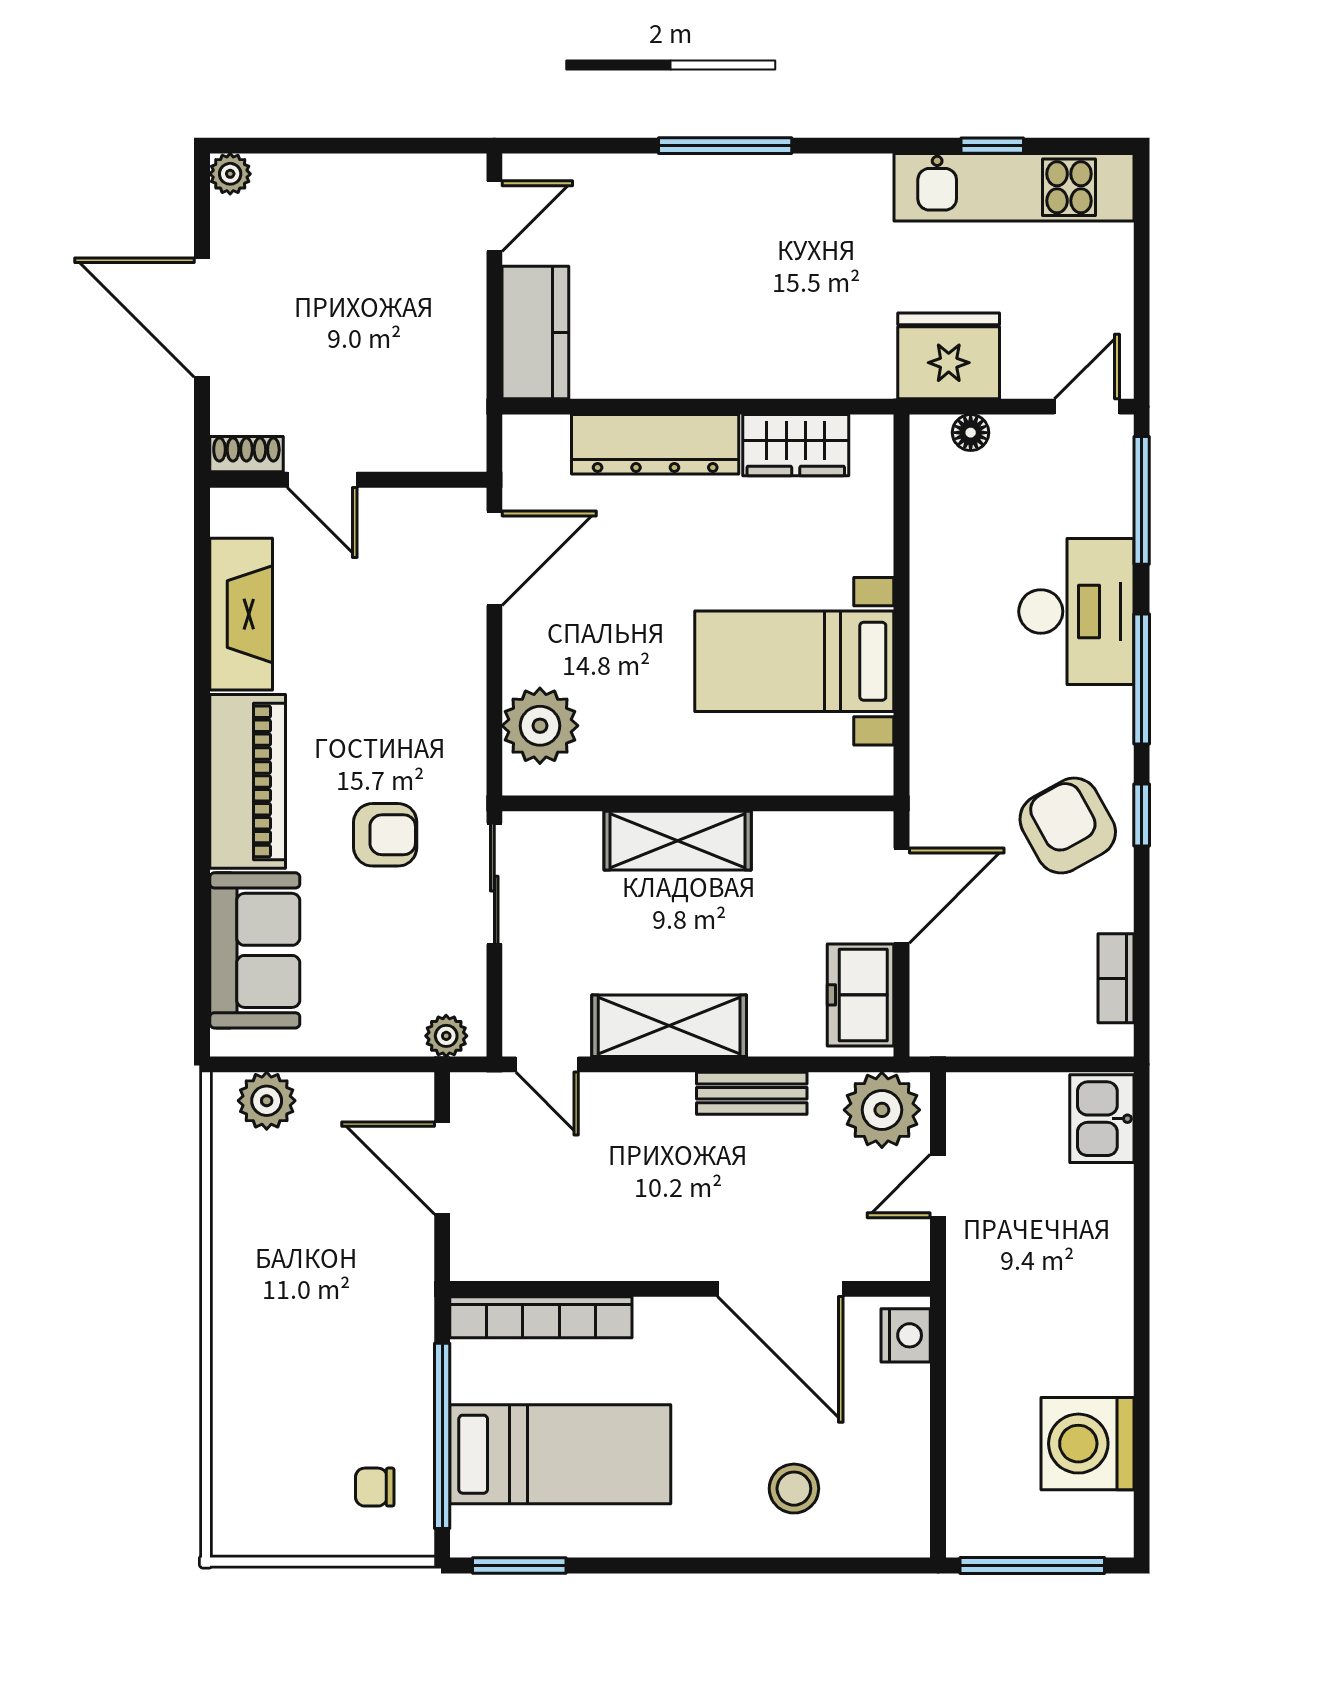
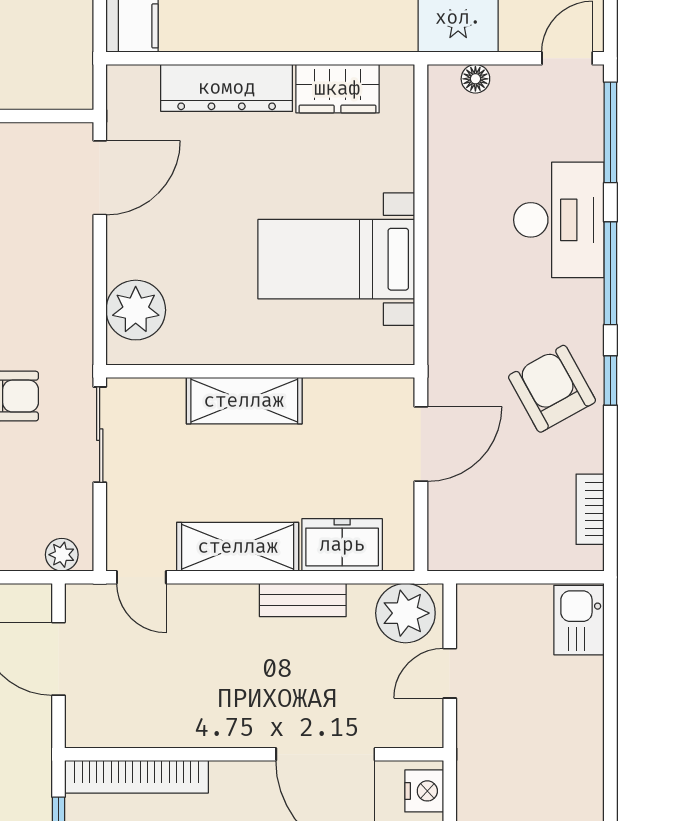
freezer: (860, 995) -> (342, 545), moved, turned 90

